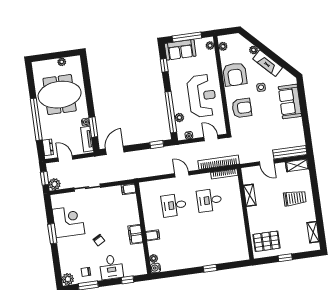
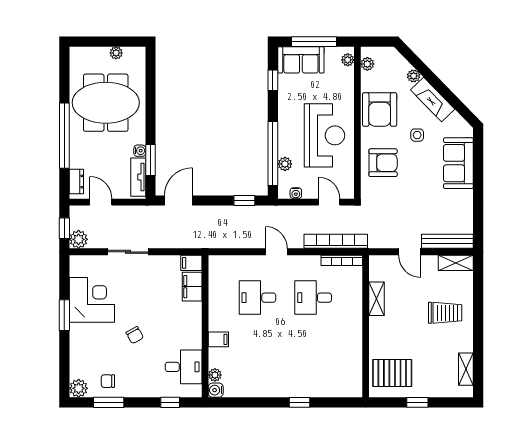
filing cabinet: (135, 234) -> (192, 287), moved
desk: (111, 267) -> (184, 367), moved, turned -90

